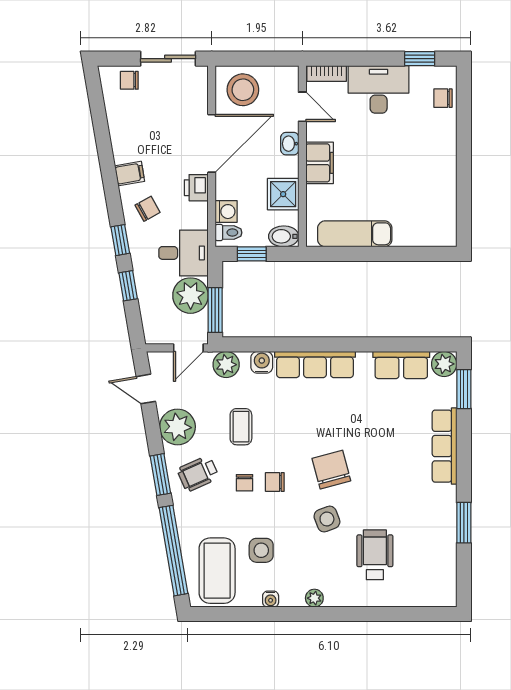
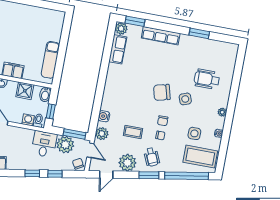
printer: (196, 188) -> (14, 132), removed
chair: (148, 209) -> (78, 164), moved
row of seats: (315, 364) -> (110, 91), removed

